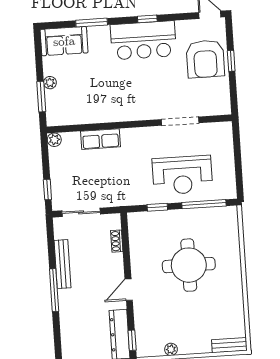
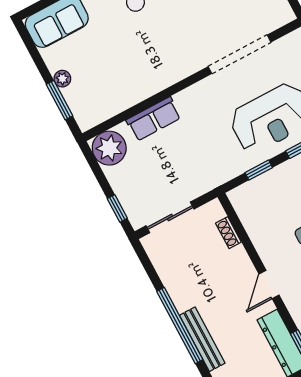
doorway: (180, 121) -> (240, 54), width x1.36
plant: (54, 140) -> (109, 148), width x1.88, depth x1.88
bench: (62, 264) -> (202, 339), moved
window: (54, 290) -> (180, 326), width x1.46

